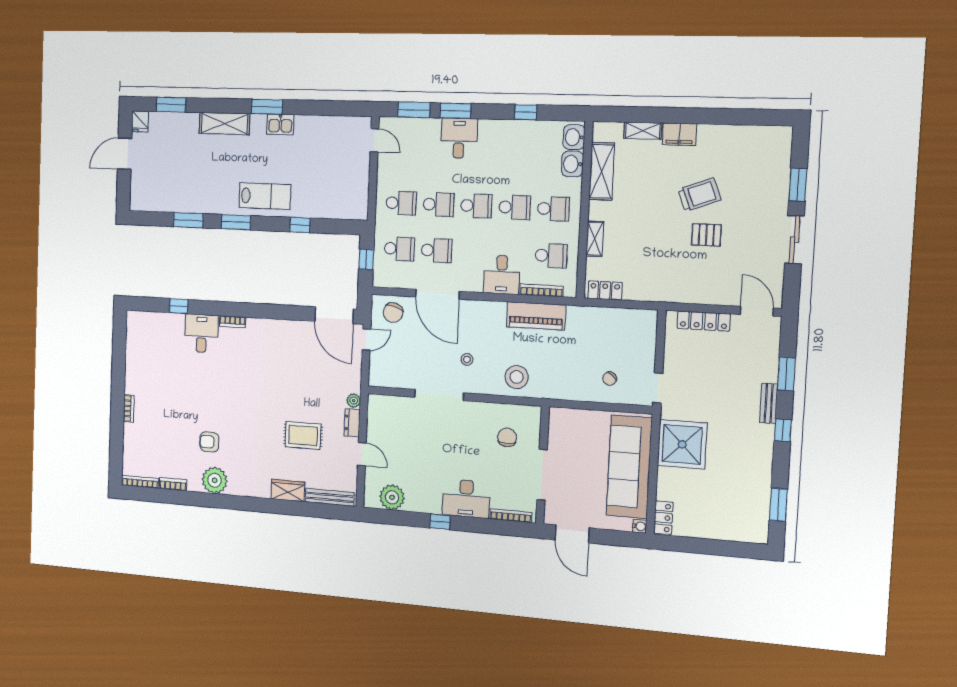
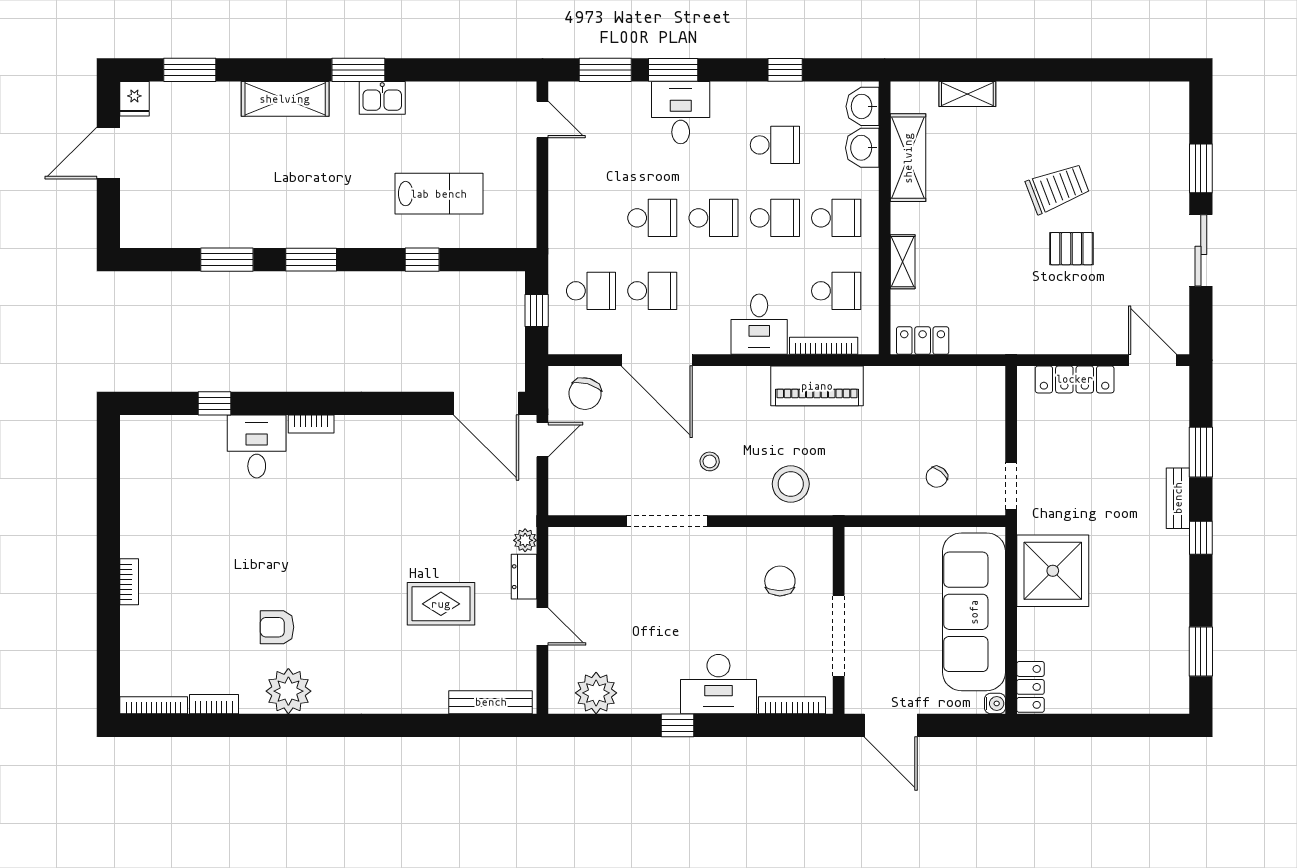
filing cabinet: (679, 134) -> (1023, 98), removed
lab bench: (265, 196) -> (439, 194), moved
school desk: (401, 203) -> (775, 145), moved
wardrobe: (288, 491) -> (418, 697), removed

